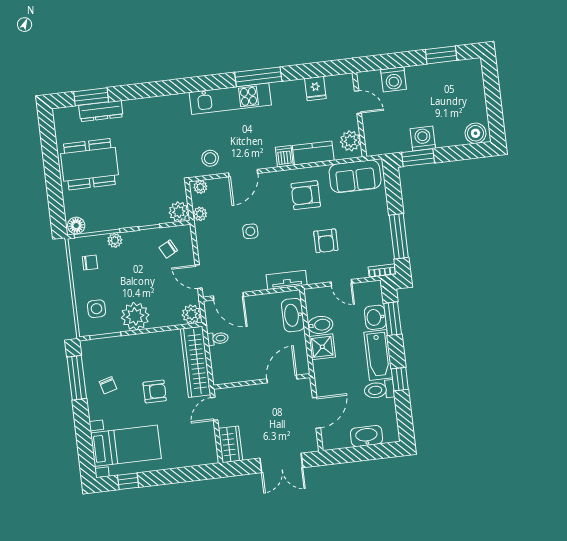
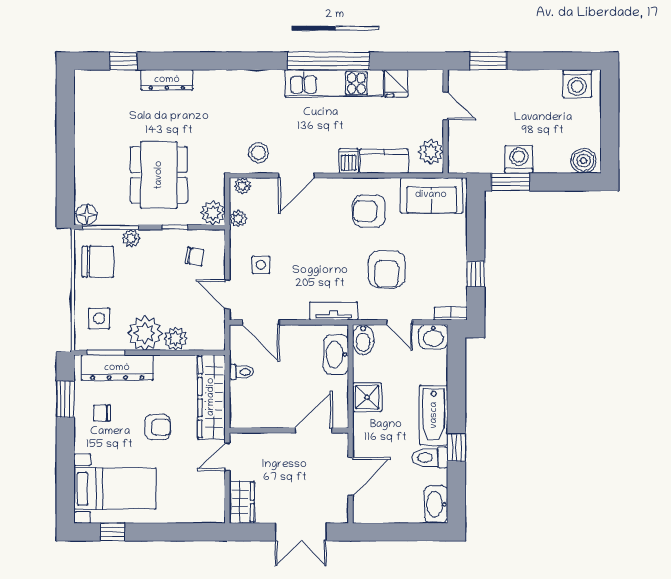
window: (441, 55) -> (488, 61), moved
window: (258, 77) -> (329, 61), width x1.46
washing machine: (393, 79) -> (577, 84), moved
window: (91, 97) -> (123, 61), width x0.67
kitchen unit: (230, 99) -> (334, 83), moved
dresser: (101, 111) -> (167, 80), moved
dining table: (89, 164) -> (159, 175), moved, turned 90
side table: (250, 231) -> (261, 265), moved
window: (399, 236) -> (476, 274), width x0.46
armchair: (326, 241) -> (387, 269), width x1.38, depth x1.38
chair: (168, 249) -> (195, 257), turned -142
chair: (90, 263) -> (98, 262), width x1.87, depth x1.87
plant: (191, 314) -> (176, 339), moved
washbasin: (375, 317) -> (433, 337), moved, turned -90
window: (393, 319) -> (456, 373), removed
bidet: (320, 325) -> (363, 340), moved, turned 90
dresser: (116, 347) -> (117, 368), added
window: (77, 378) -> (65, 399), width x0.69
chair: (108, 385) -> (102, 413), turned 106
washbasin: (367, 436) -> (436, 504), moved, turned -90

